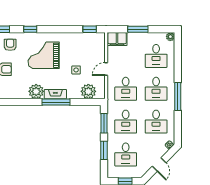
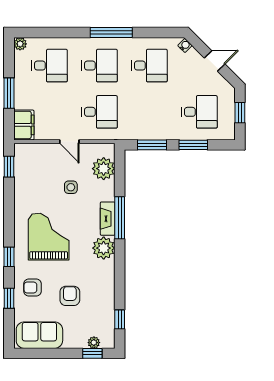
grand piano: (44, 55) -> (49, 237), turned 180
desk: (126, 122) -> (149, 112), removed

